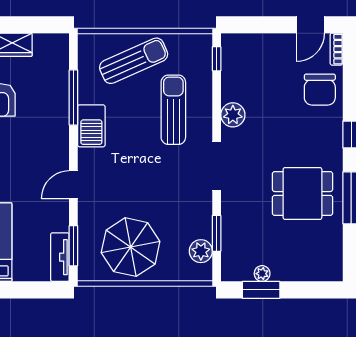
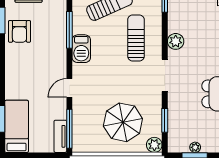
window: (73, 246) -> (69, 129), width x1.44
parasol: (131, 247) -> (123, 122), moved
plant: (201, 251) -> (154, 145), moved

